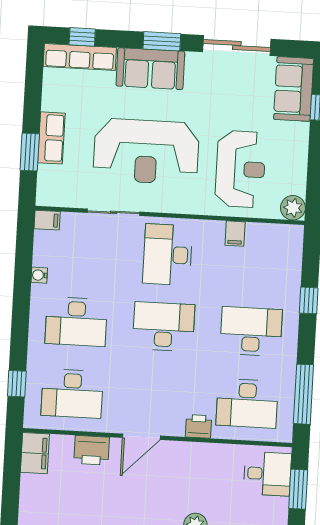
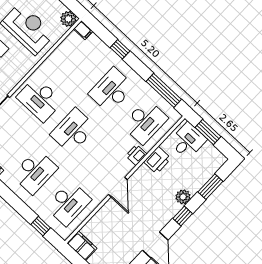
filing cabinet: (235, 234) -> (83, 30), moved
printer: (92, 450) -> (157, 160), moved

